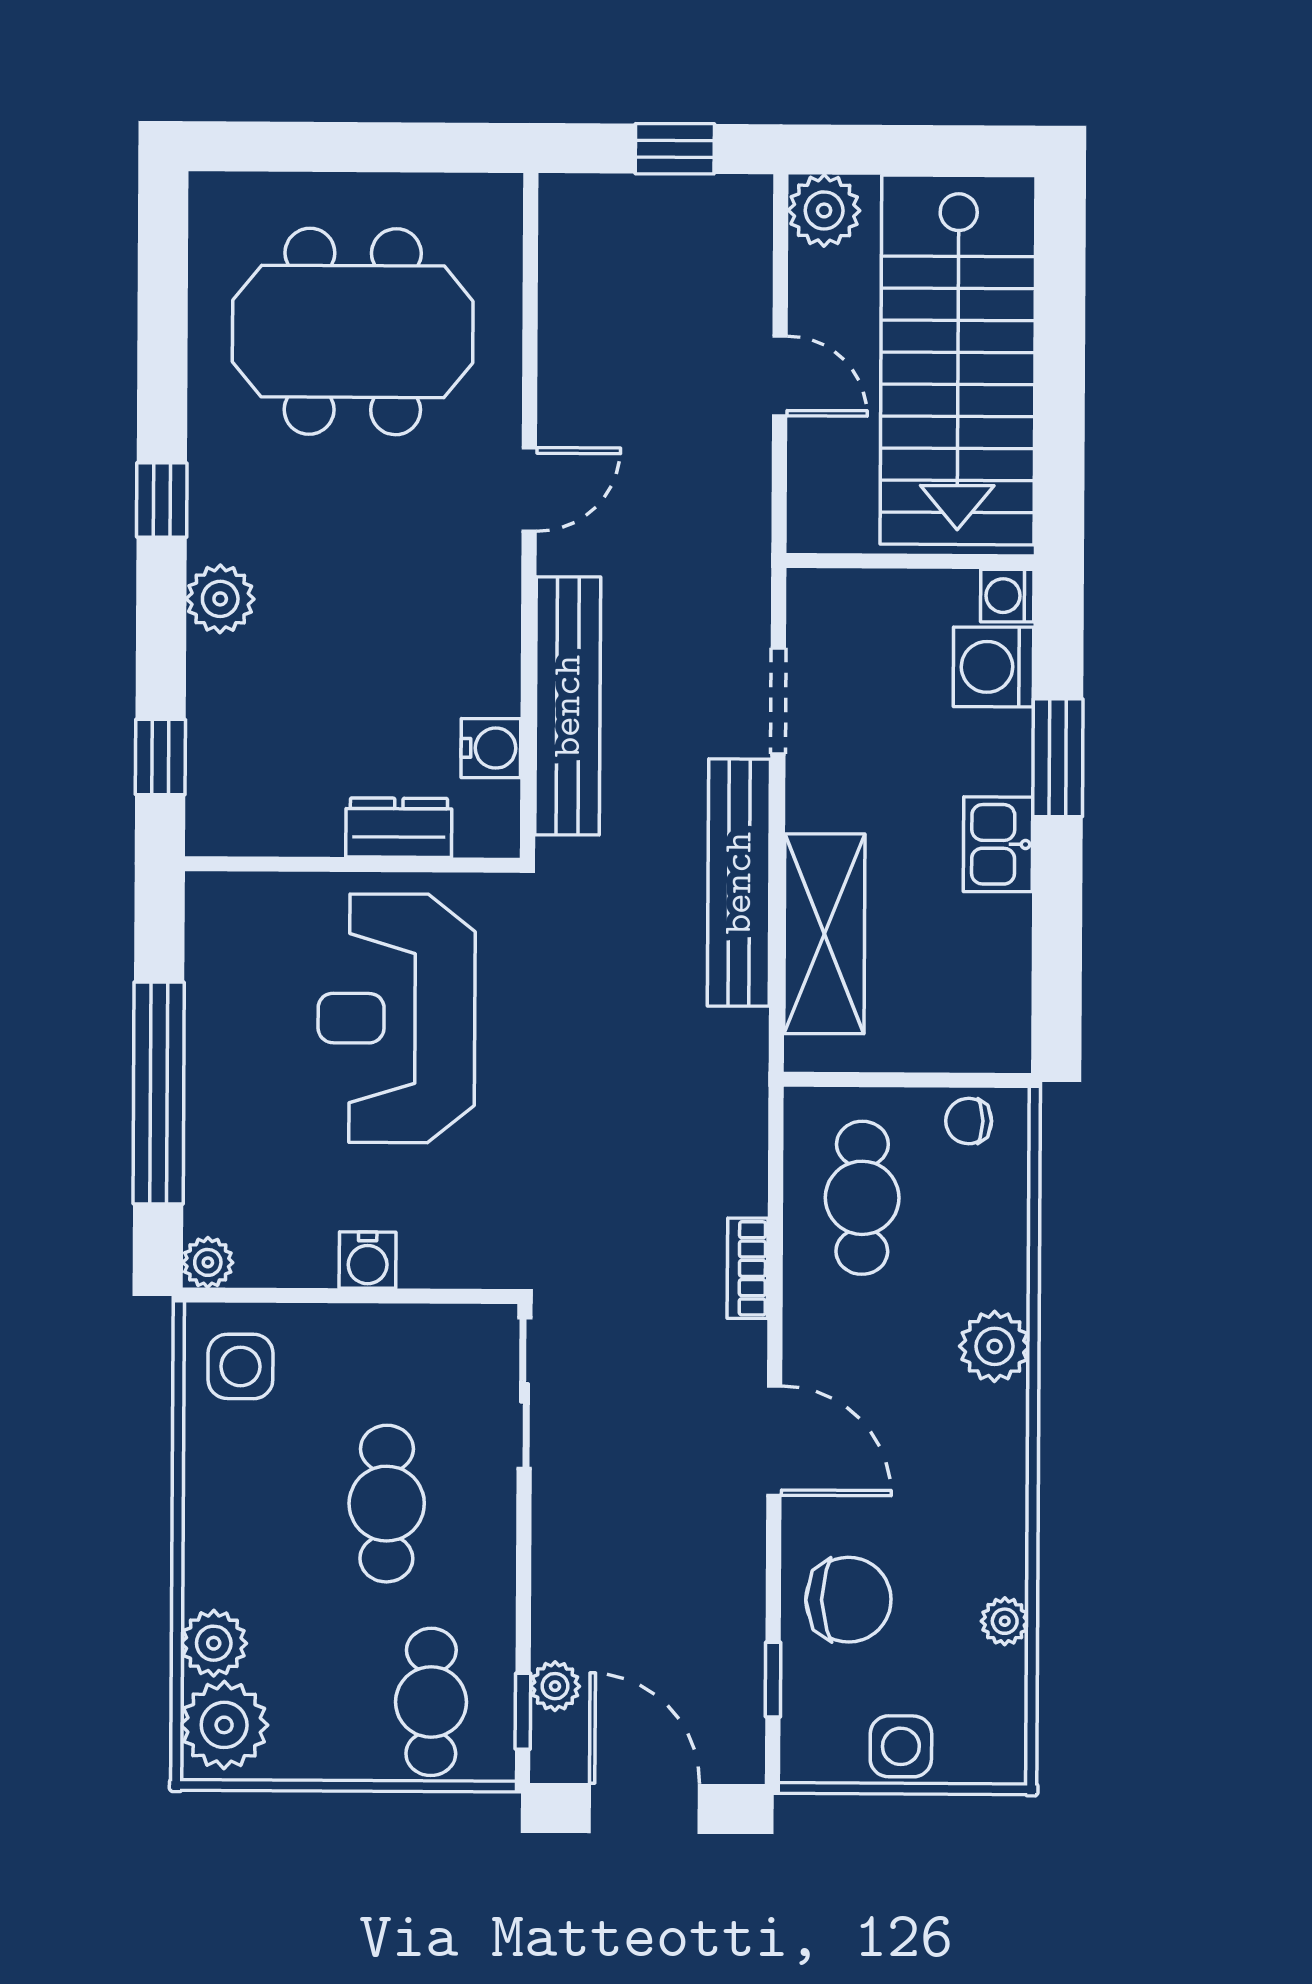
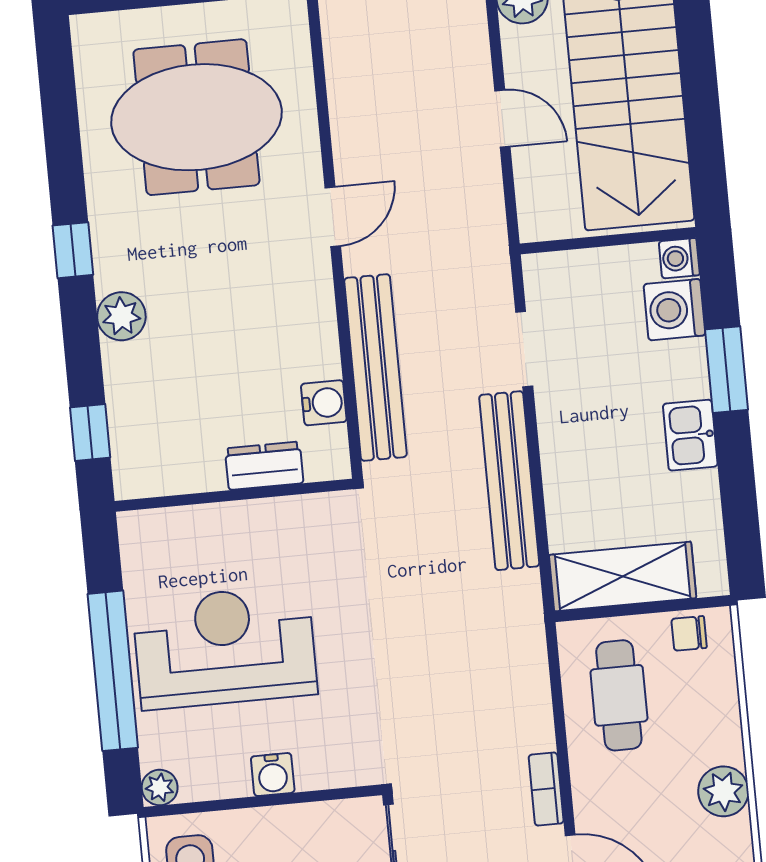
shelving: (824, 934) -> (623, 576), moved, turned 90
reception desk: (396, 1018) -> (225, 647), moved, turned 90
bookcase: (748, 1268) -> (546, 789), moved

